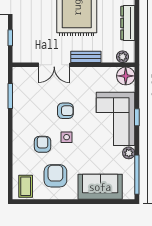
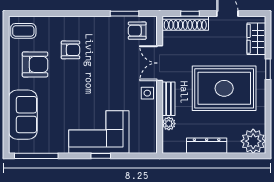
shoe rack: (19, 42) -> (185, 23), added
plant: (123, 57) -> (169, 124), moved
floor lamp: (126, 76) -> (147, 143), removed
armchair: (65, 111) -> (137, 31), moved, turned 90
side table: (67, 137) -> (147, 93), moved
plant: (129, 153) -> (61, 147), removed

